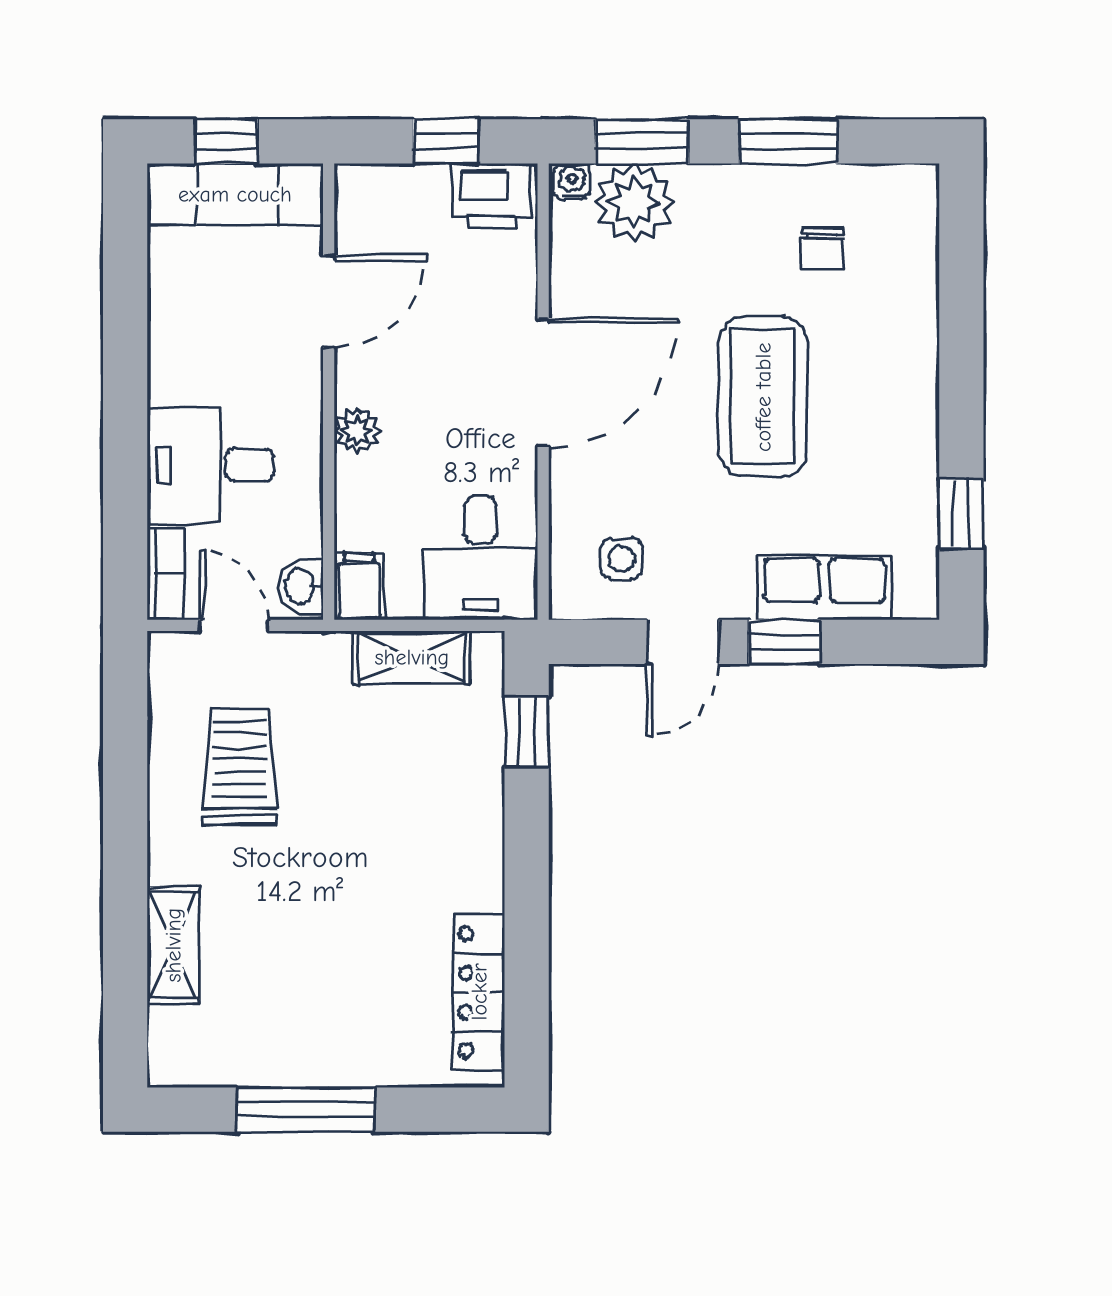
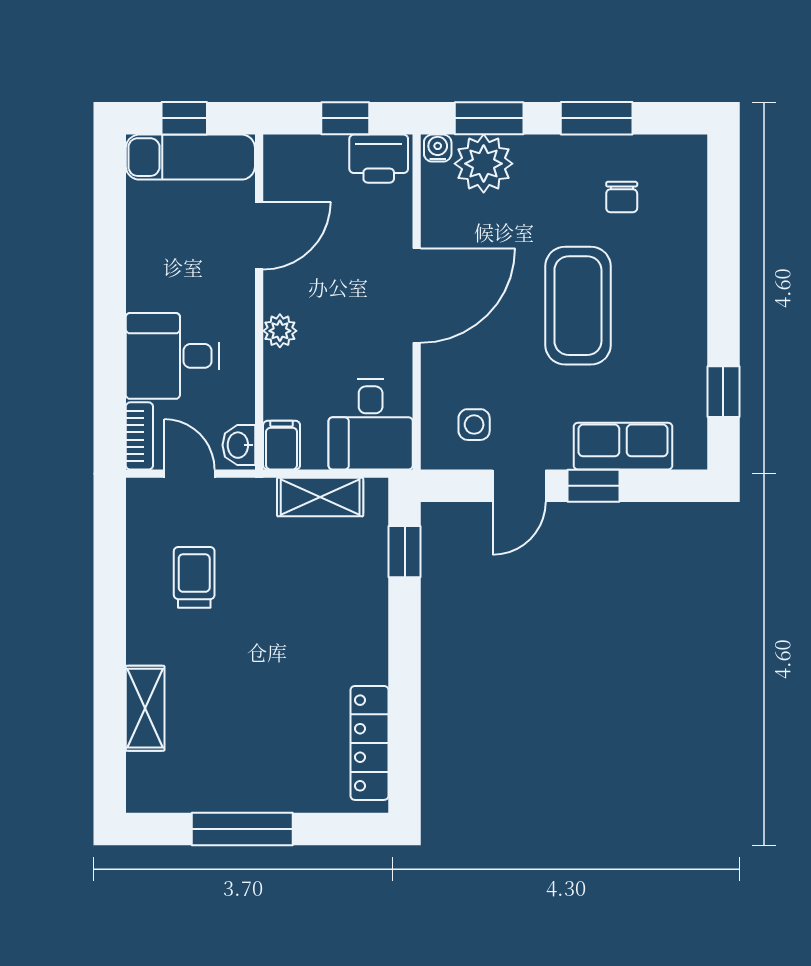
trolley: (240, 767) -> (194, 577), width x0.73, depth x0.72

